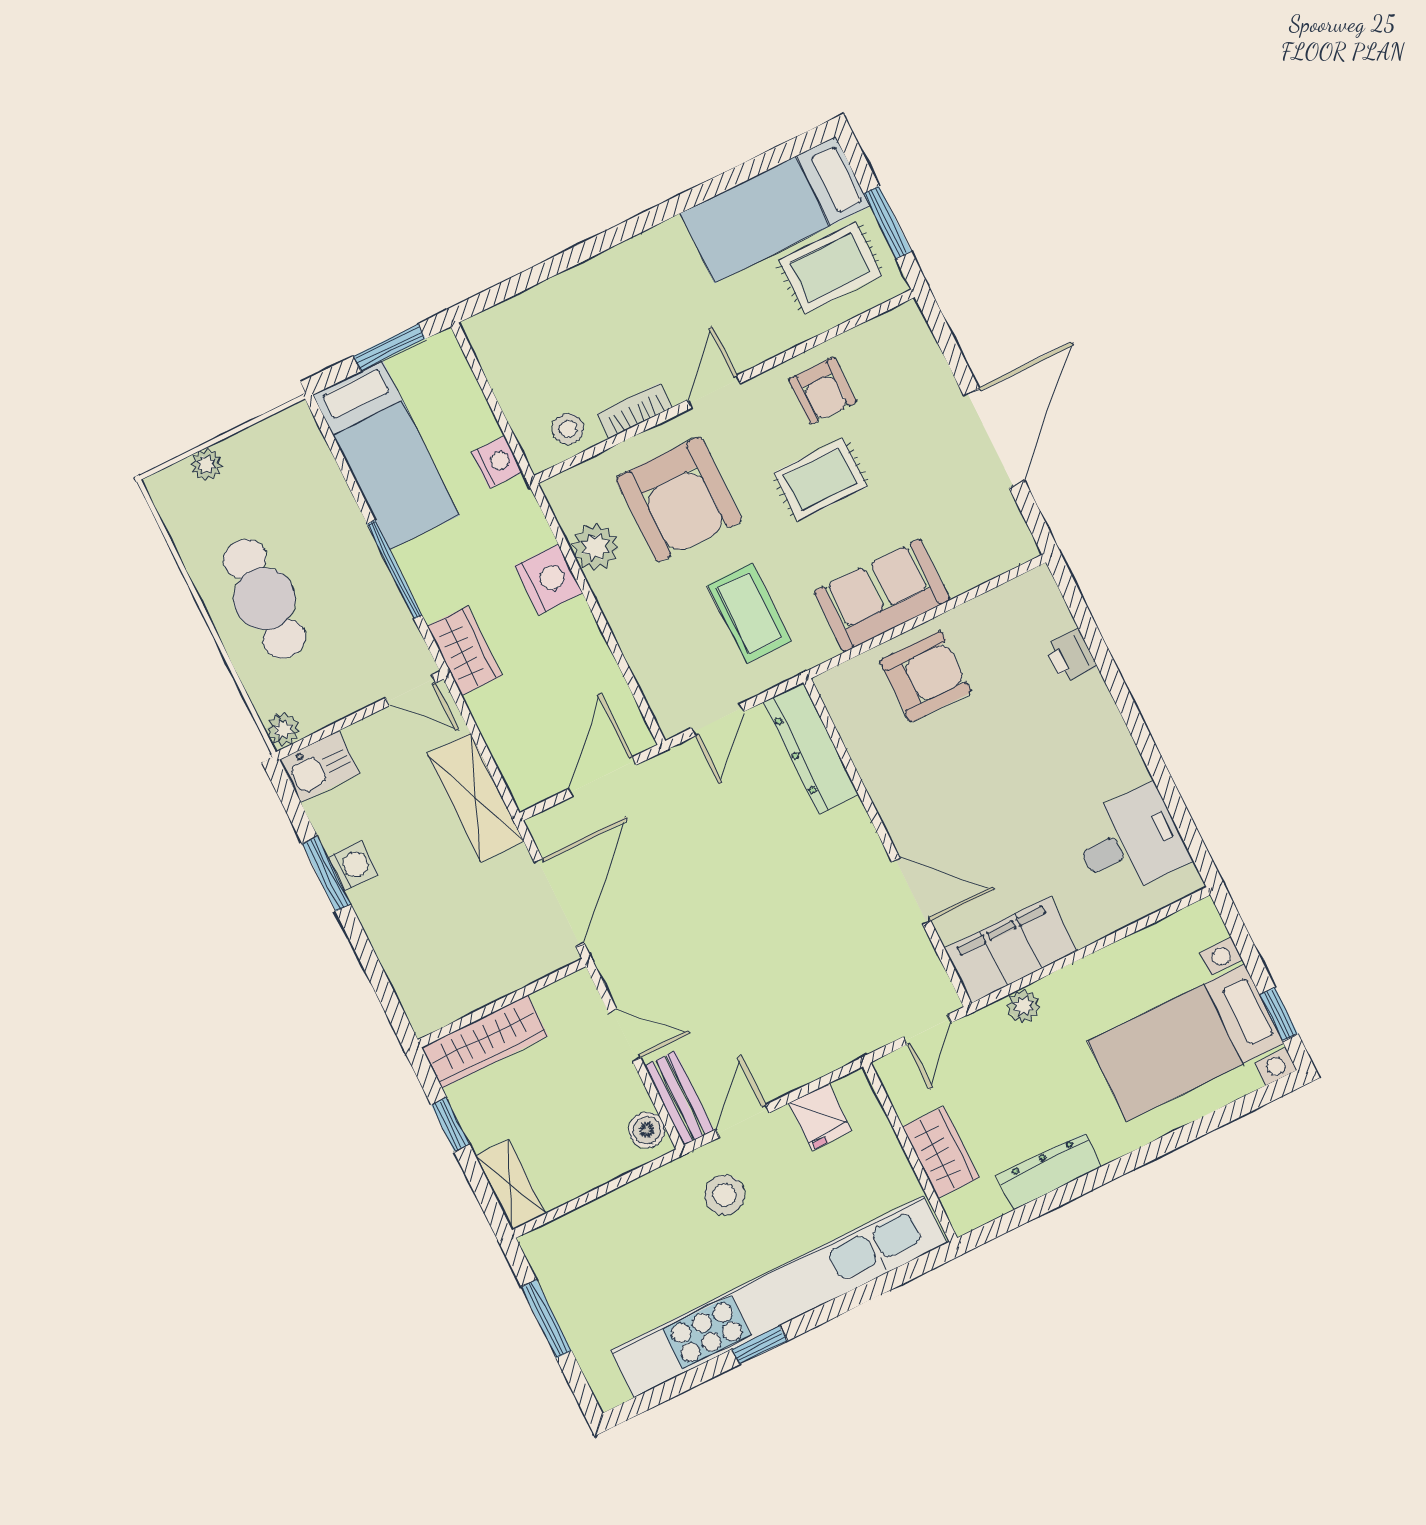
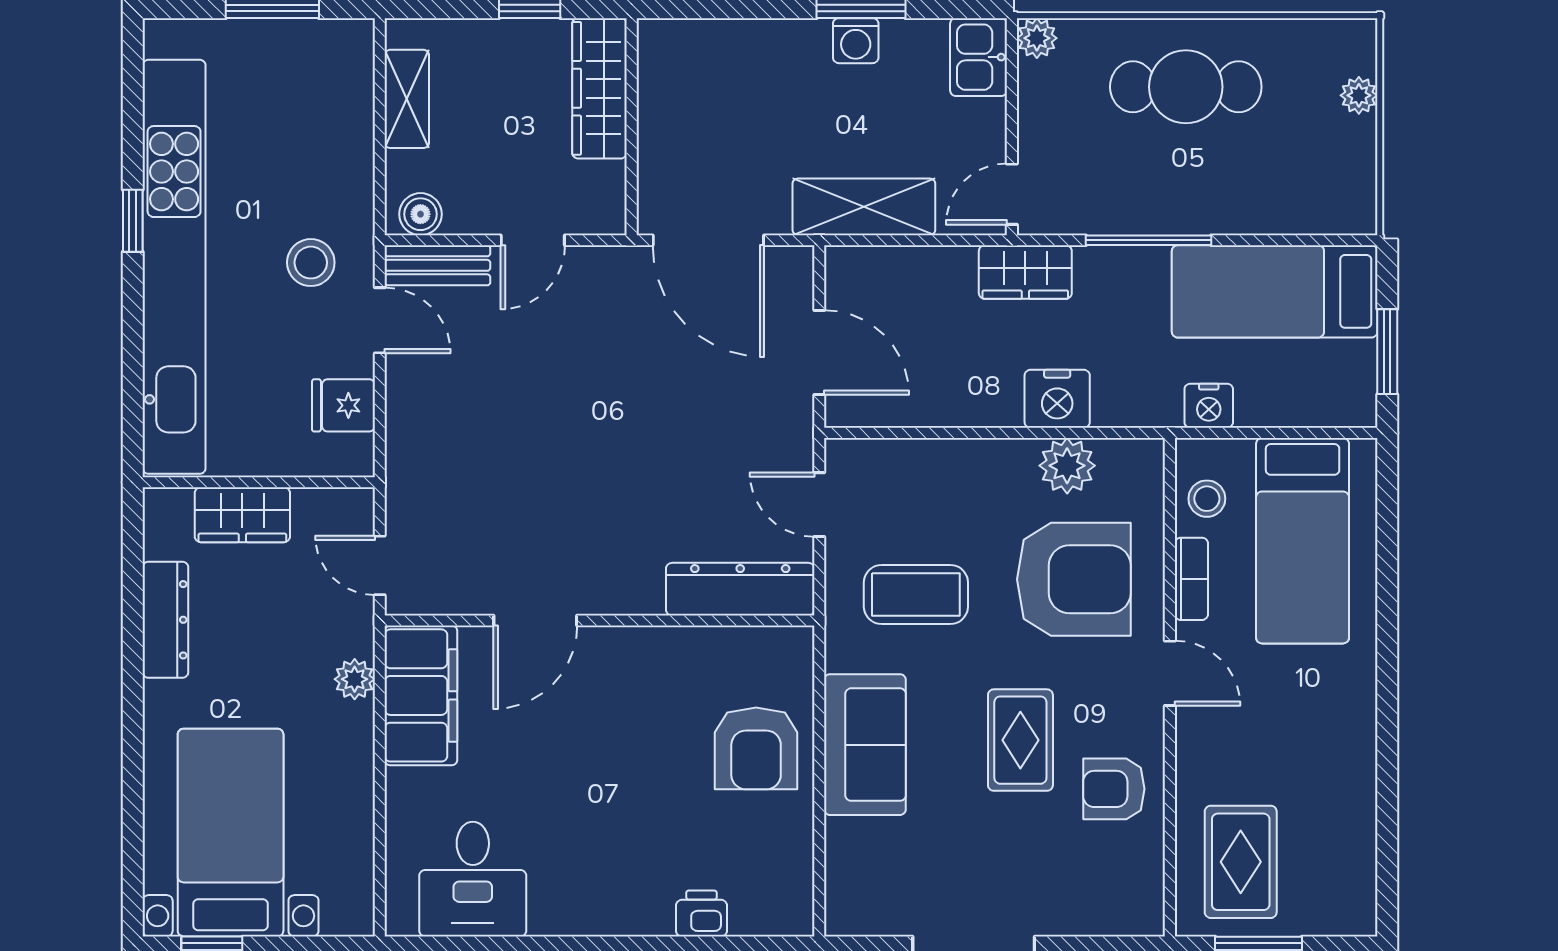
bed: (775, 210) -> (1303, 541), moved, turned 180
armchair: (679, 499) -> (1074, 579), turned 180
shelving: (510, 1185) -> (407, 99), moved, turned 90

